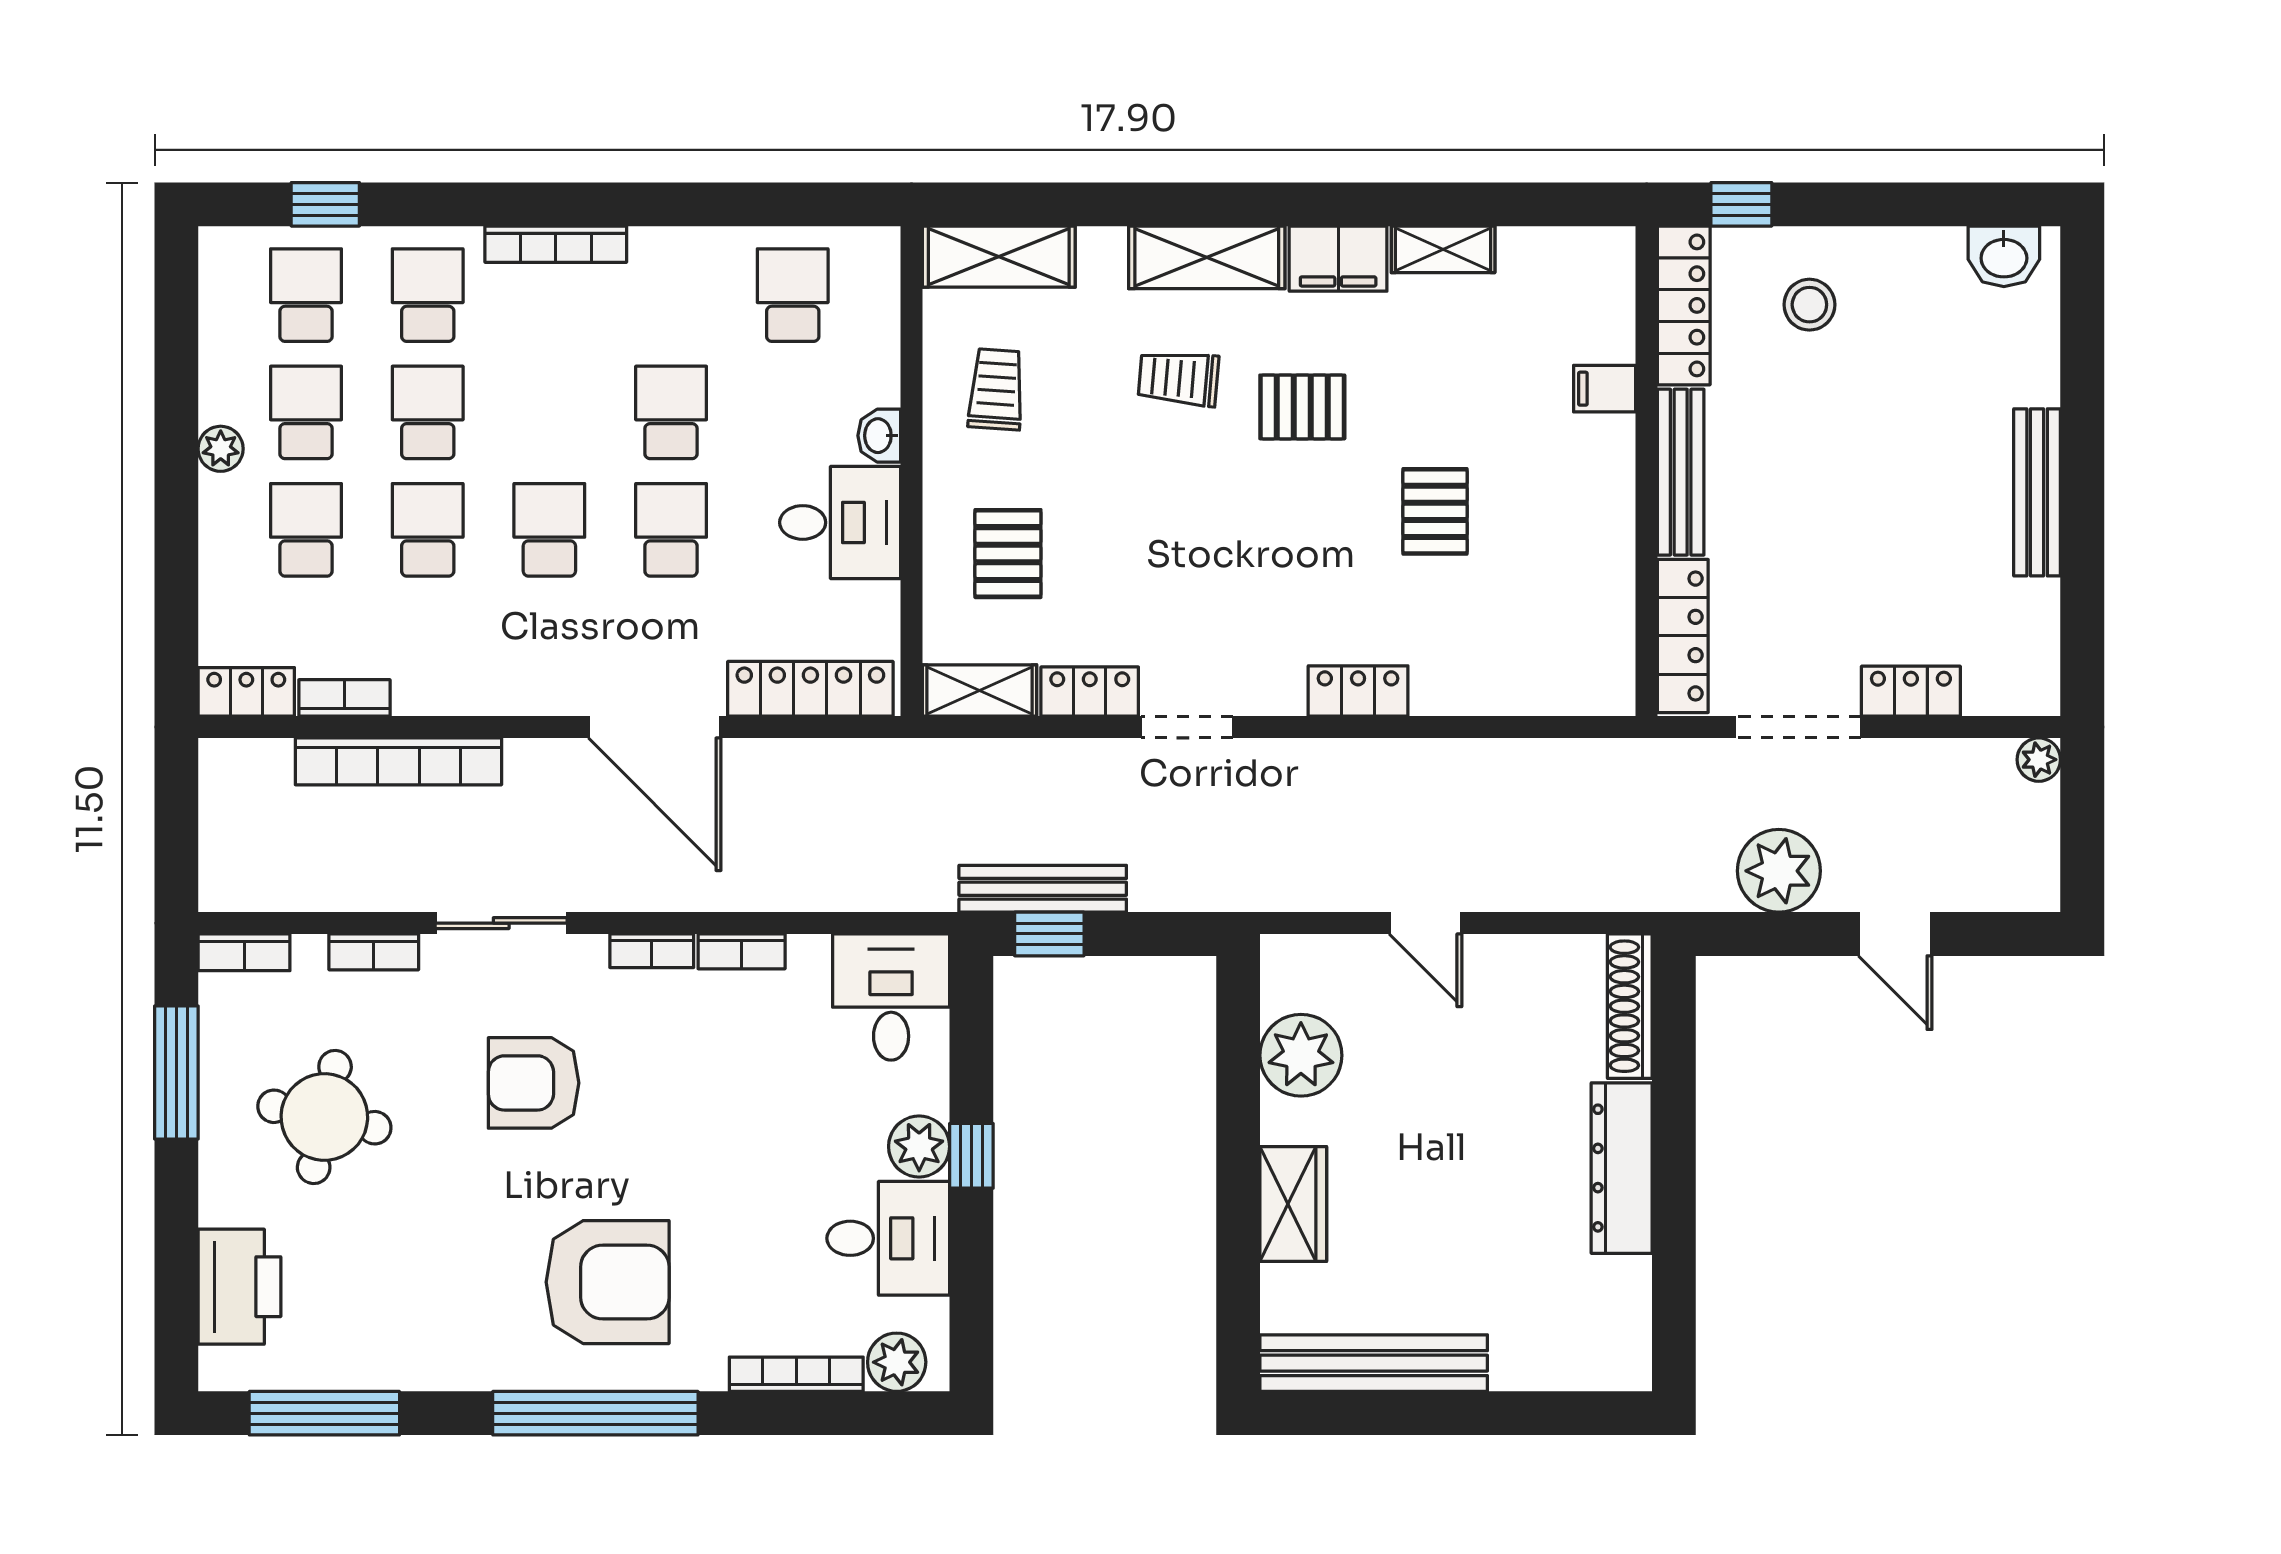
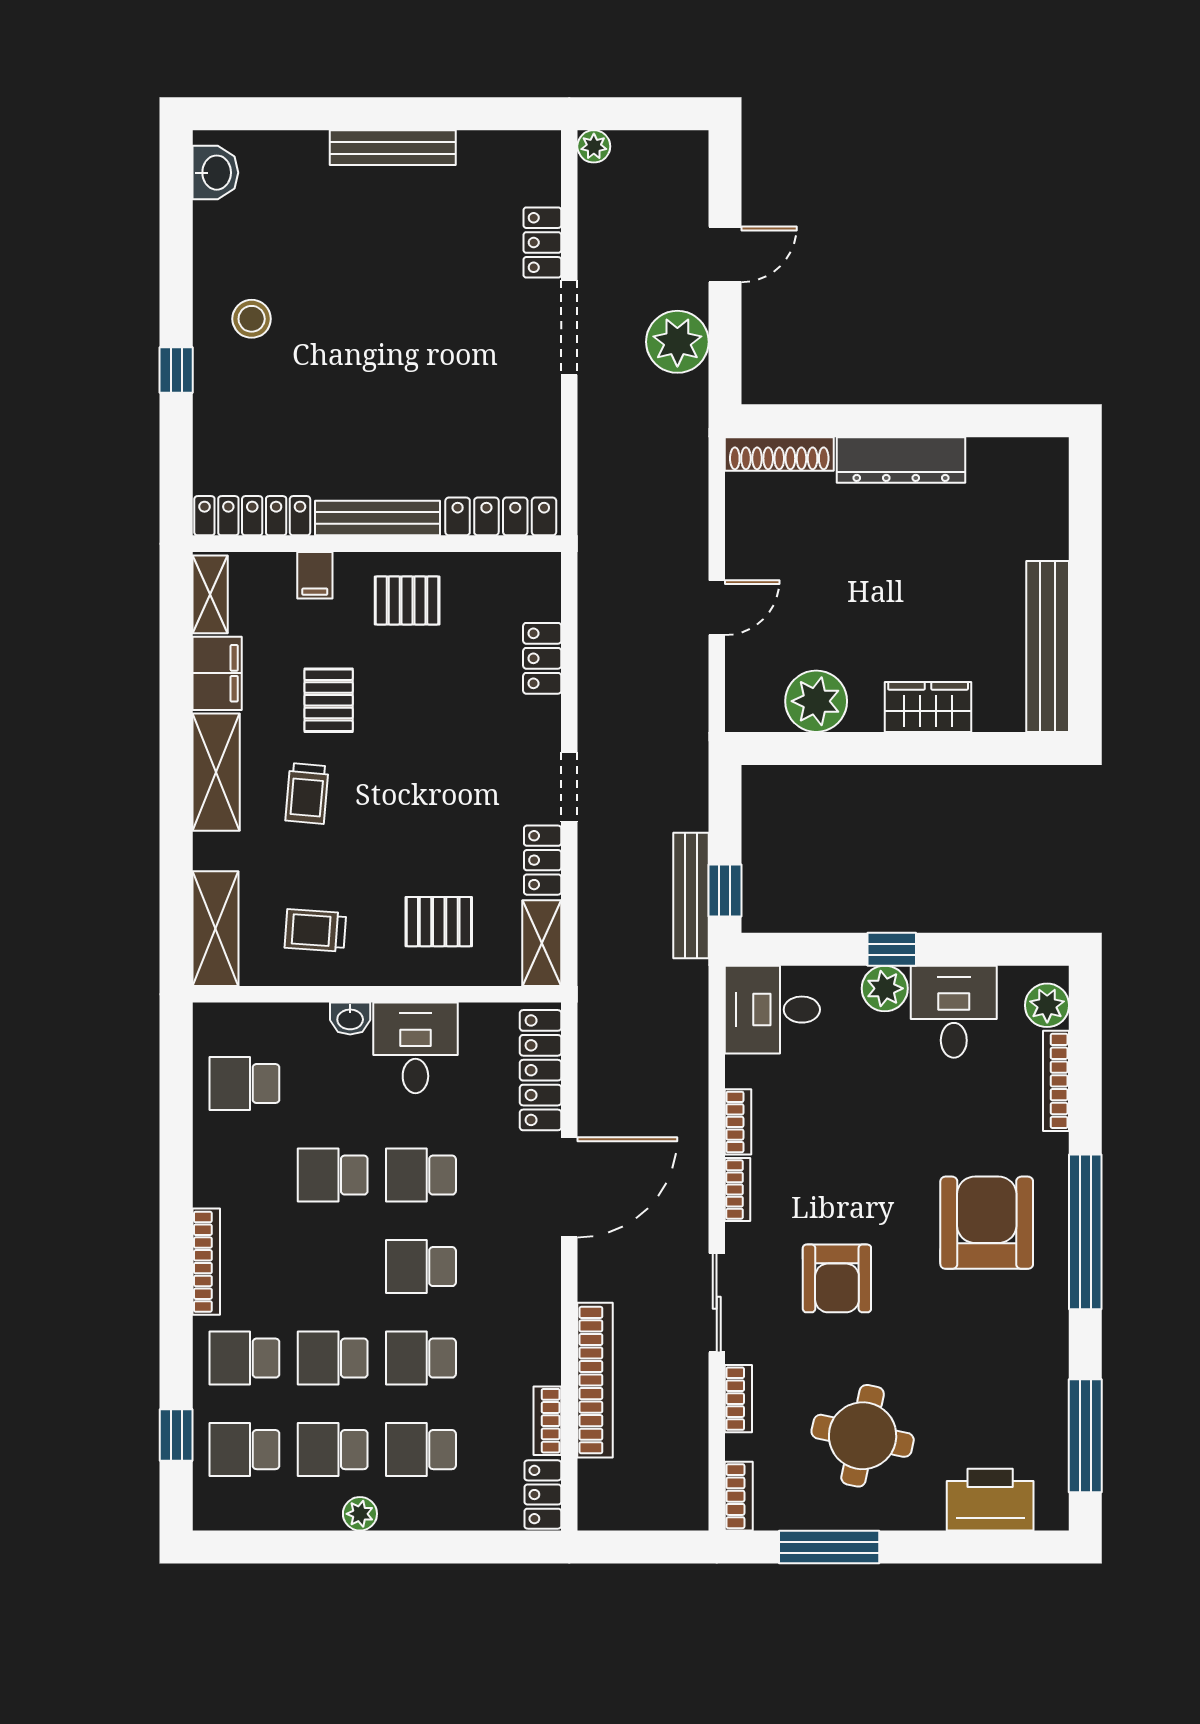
locker: (1684, 305) -> (252, 516), moved
filing cabinet: (1605, 389) -> (315, 575), moved
wall: (1647, 471) -> (377, 544), moved
bench: (1681, 472) -> (378, 518), moved
locker: (1683, 636) -> (501, 516), moved

